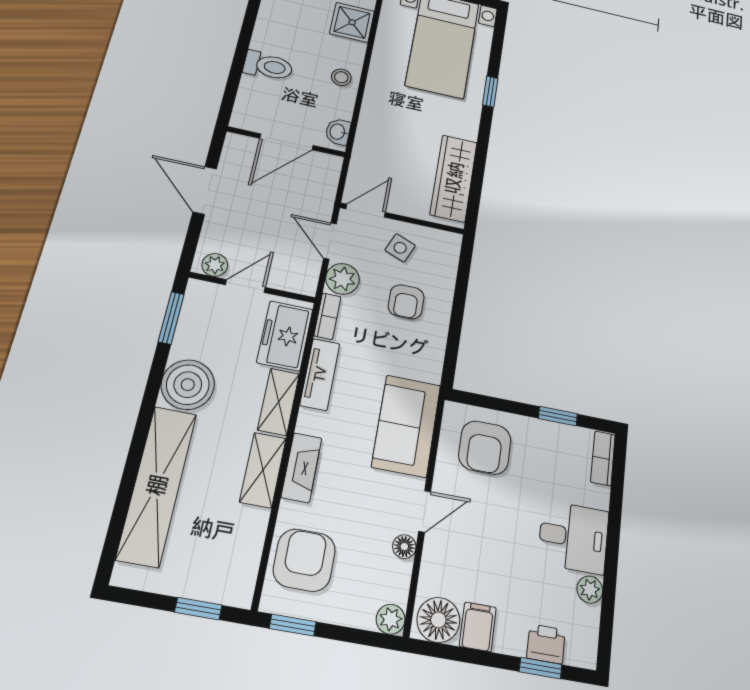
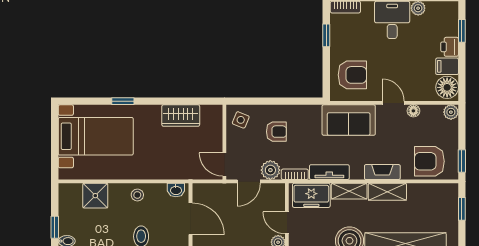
wardrobe: (454, 178) -> (181, 116), width x0.67
side table: (400, 248) -> (241, 120), moved
printer: (546, 644) -> (450, 47), moved

